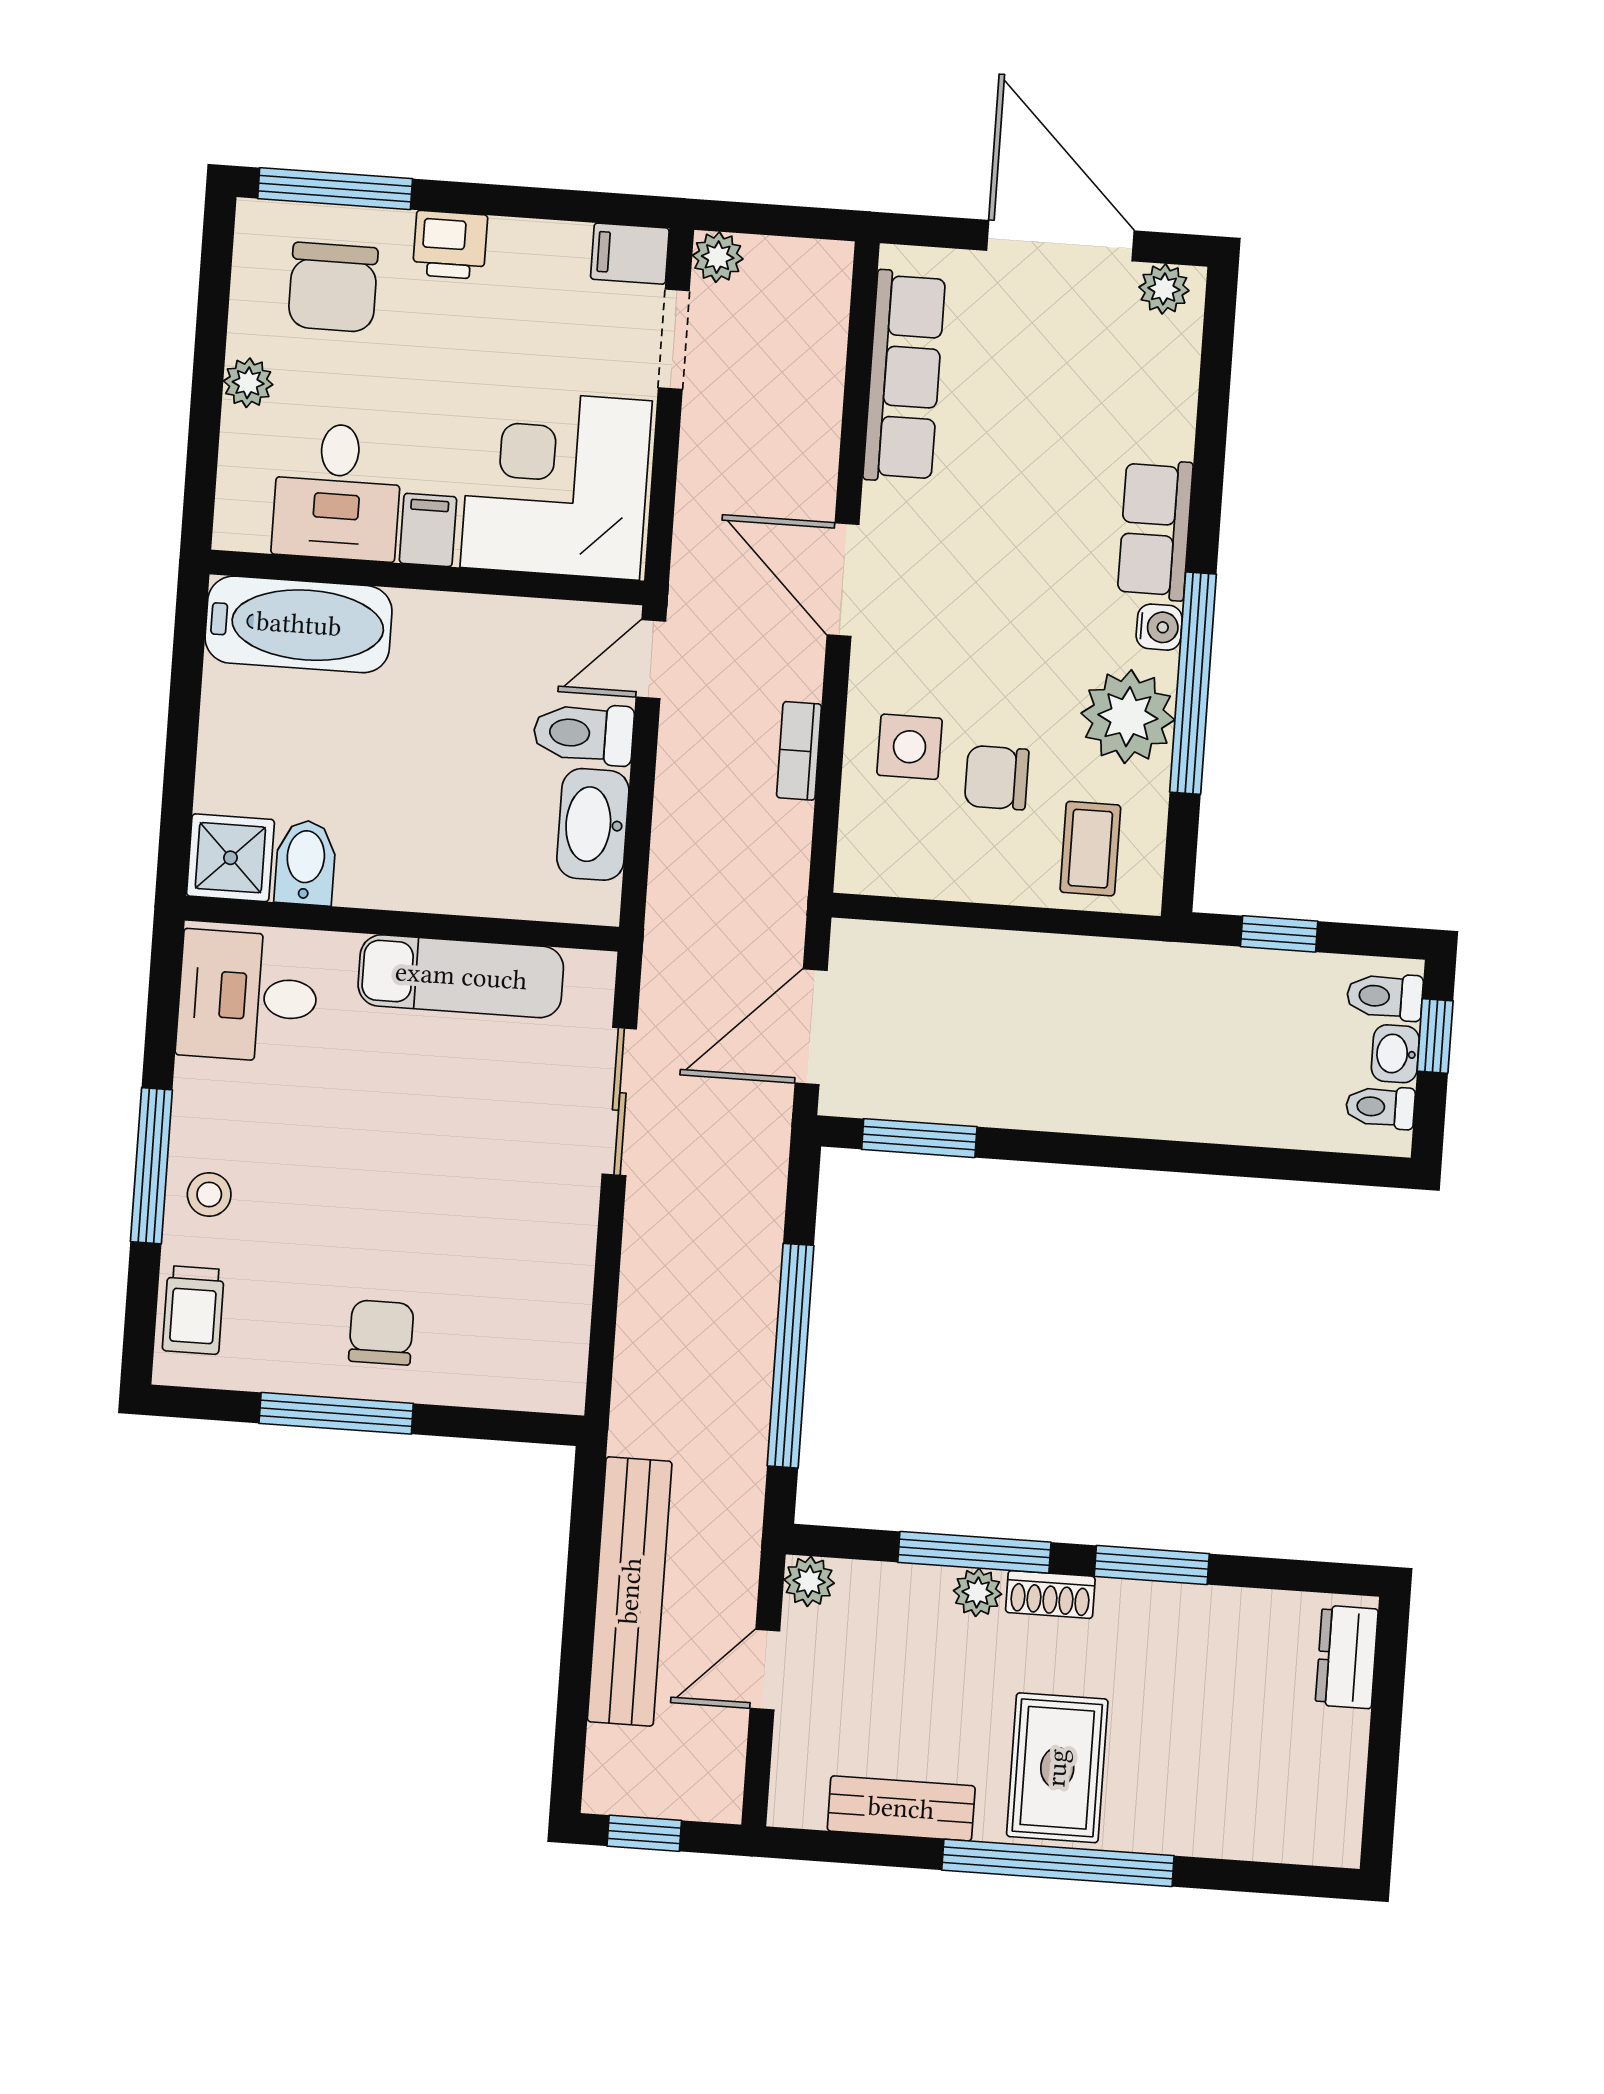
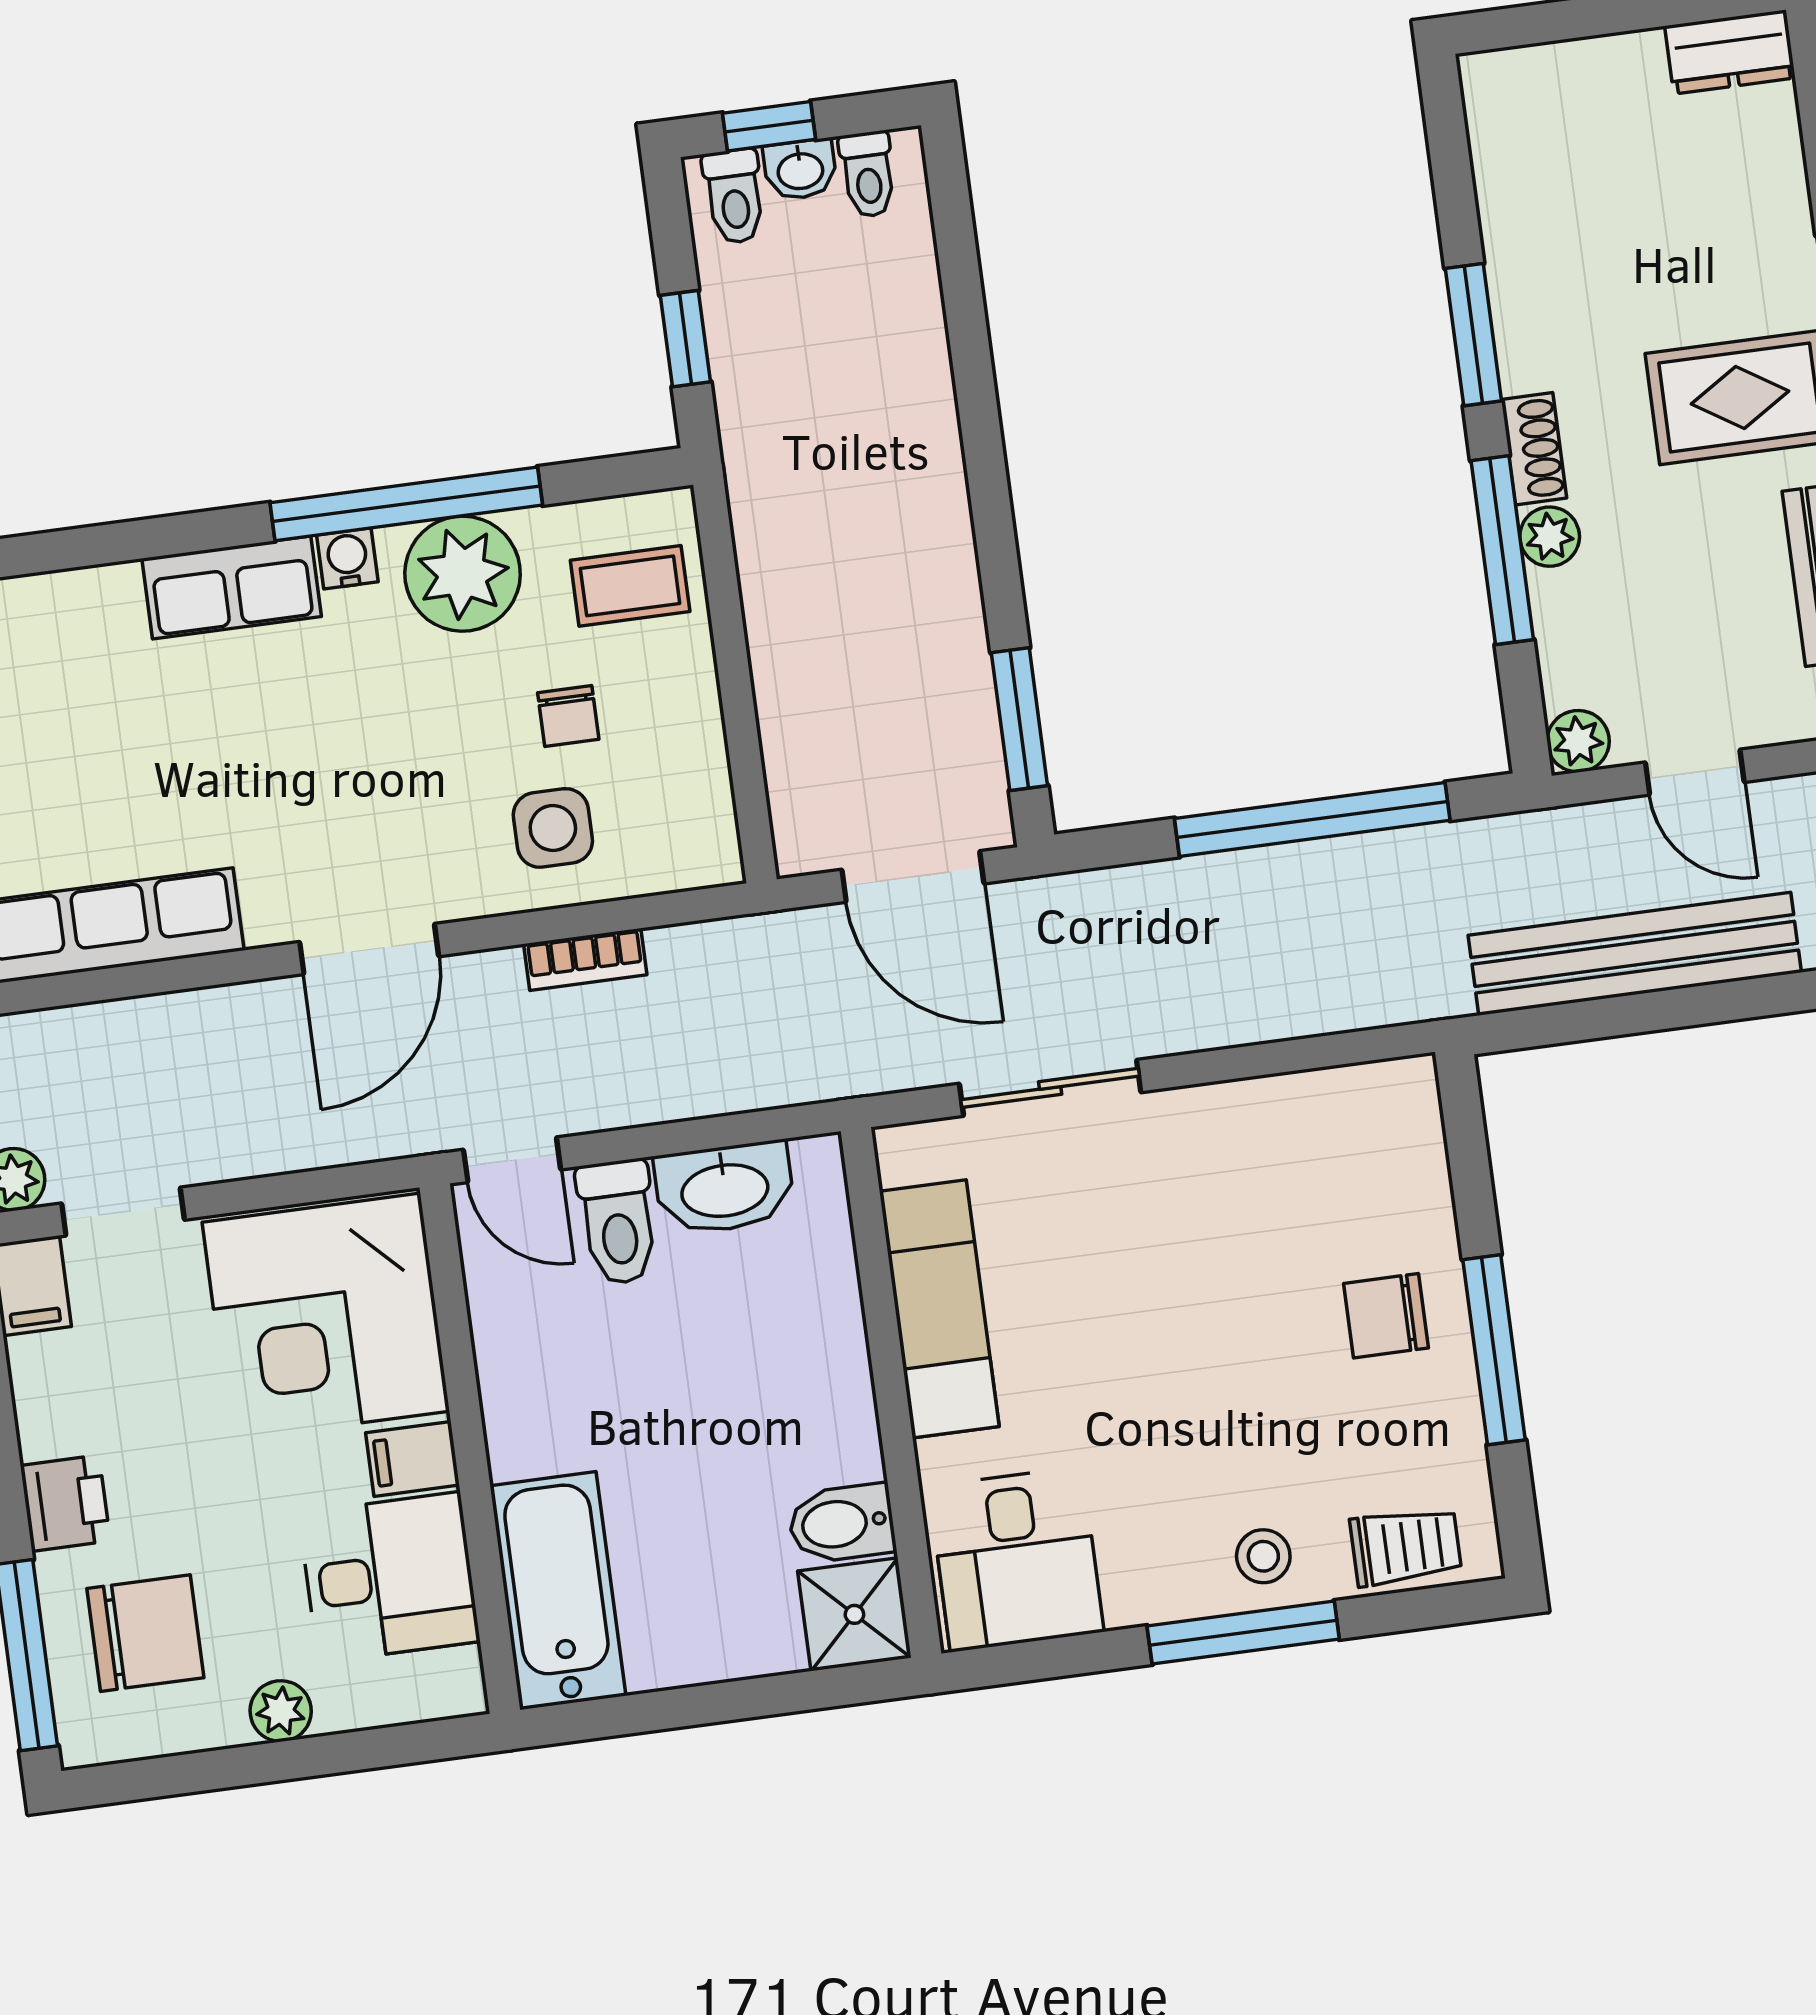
chair: (997, 778) -> (568, 716), width x0.73, depth x0.73
dresser: (1347, 1657) -> (1730, 52), moved

